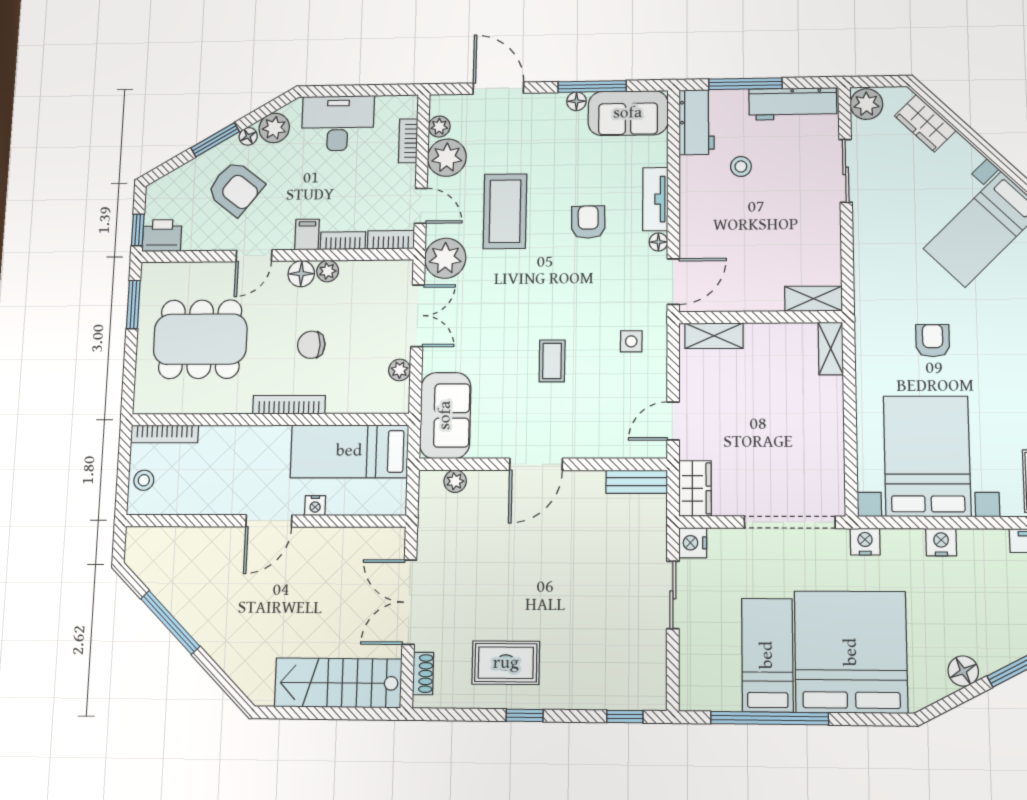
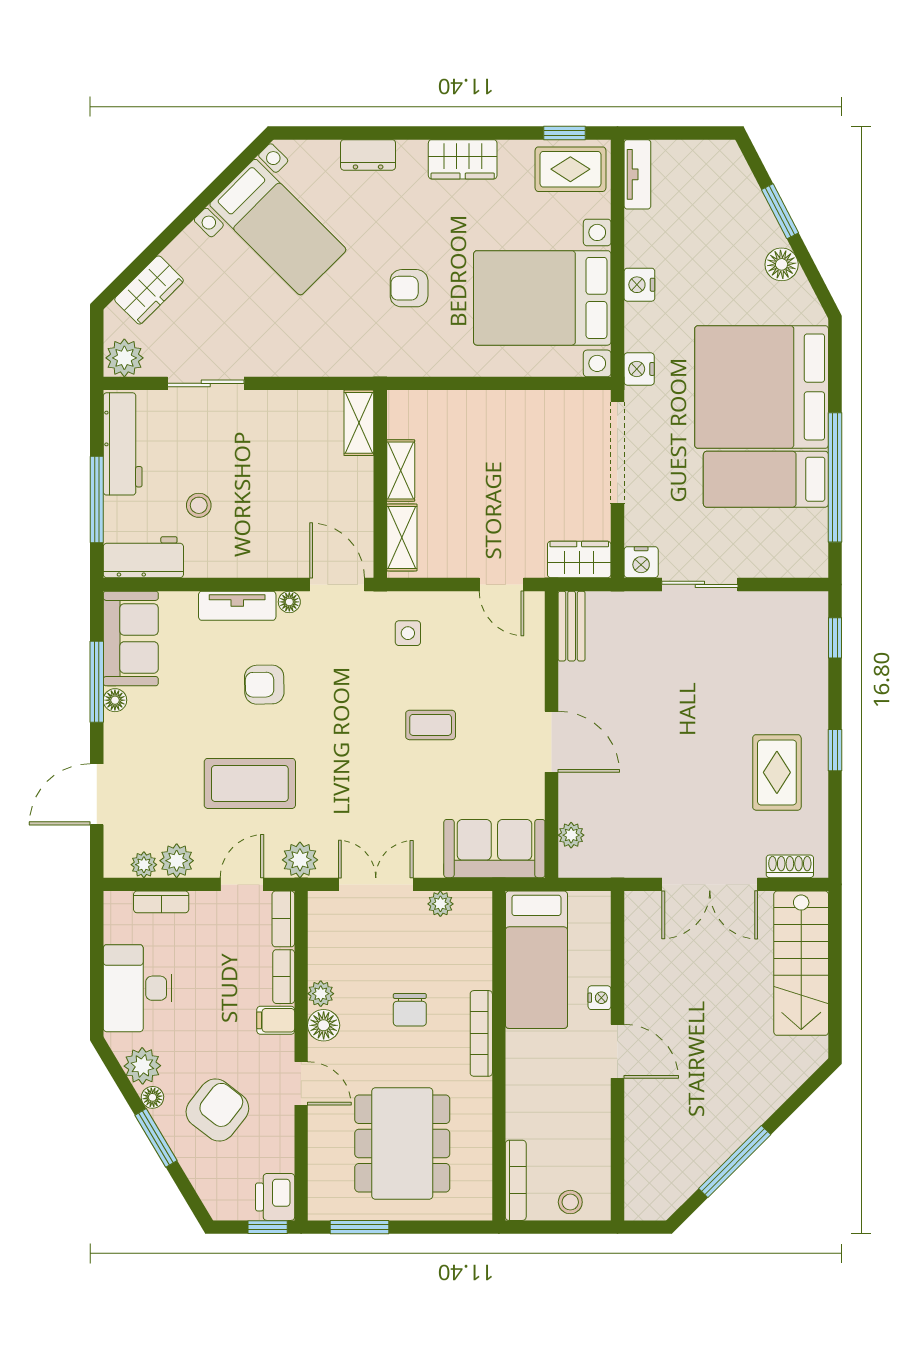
plant: (447, 158) -> (177, 861), width x0.73, depth x0.73
plant: (445, 258) -> (300, 860), width x0.73, depth x0.73
shelving: (831, 348) -> (401, 470), moved, turned 90

